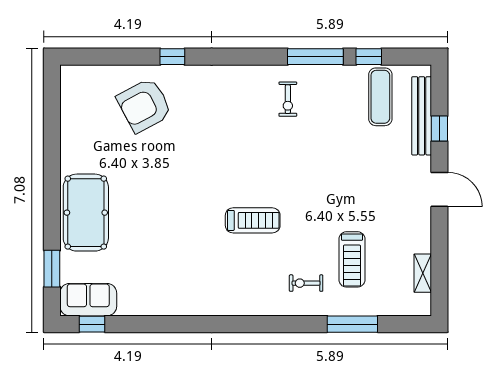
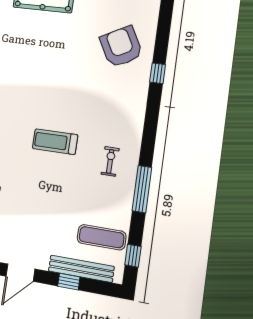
window: (369, 57) -> (133, 256), moved
exercise bike: (288, 99) -> (110, 161), turned 90
treadmill: (253, 220) -> (55, 142), moved, turned 90

